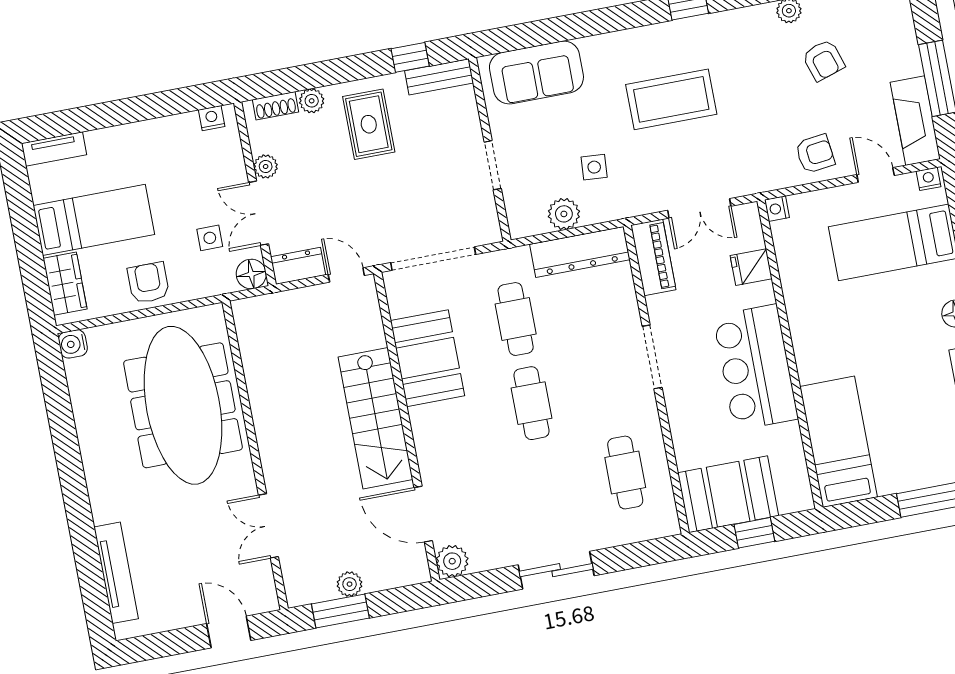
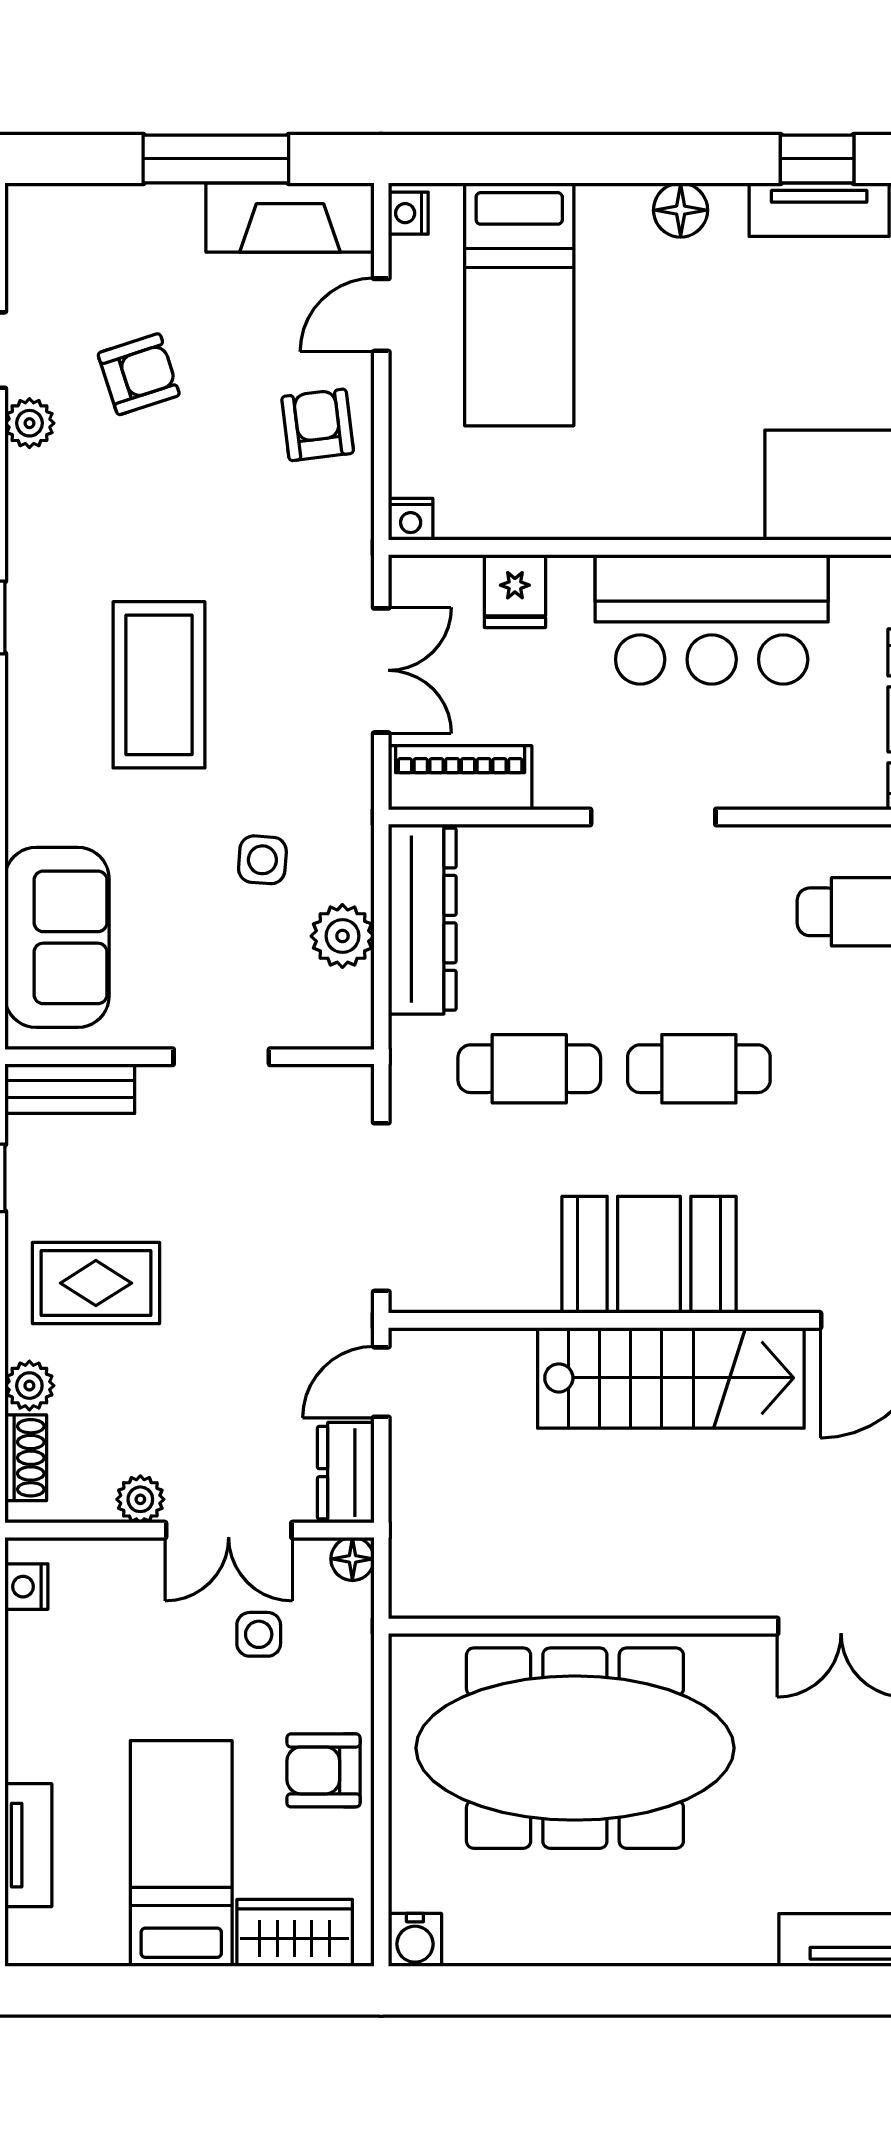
bench: (439, 77) -> (70, 1089), moved, turned 90
tv unit: (54, 149) -> (28, 1845), moved
floor lamp: (251, 274) -> (352, 1559), width x0.73, depth x0.73
booth: (427, 358) -> (649, 1255), moved

